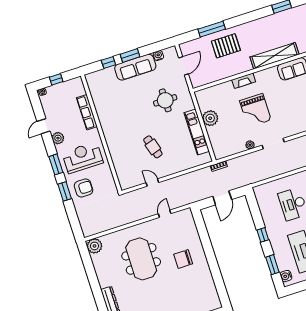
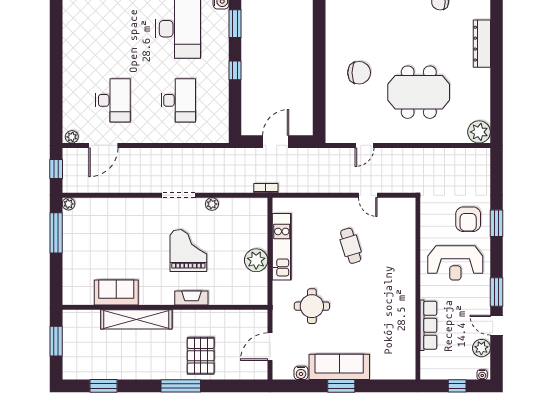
window: (212, 29) -> (181, 386), moved
pallet: (226, 46) -> (201, 356), turned 90
window: (108, 62) -> (375, 386), removed
door: (44, 126) -> (496, 325), swing flipped
plant: (58, 138) -> (481, 348), moved
window: (56, 164) -> (496, 292), moved
armchair: (83, 188) -> (468, 219), turned -90
meeting table: (141, 259) -> (419, 92), turned 90

